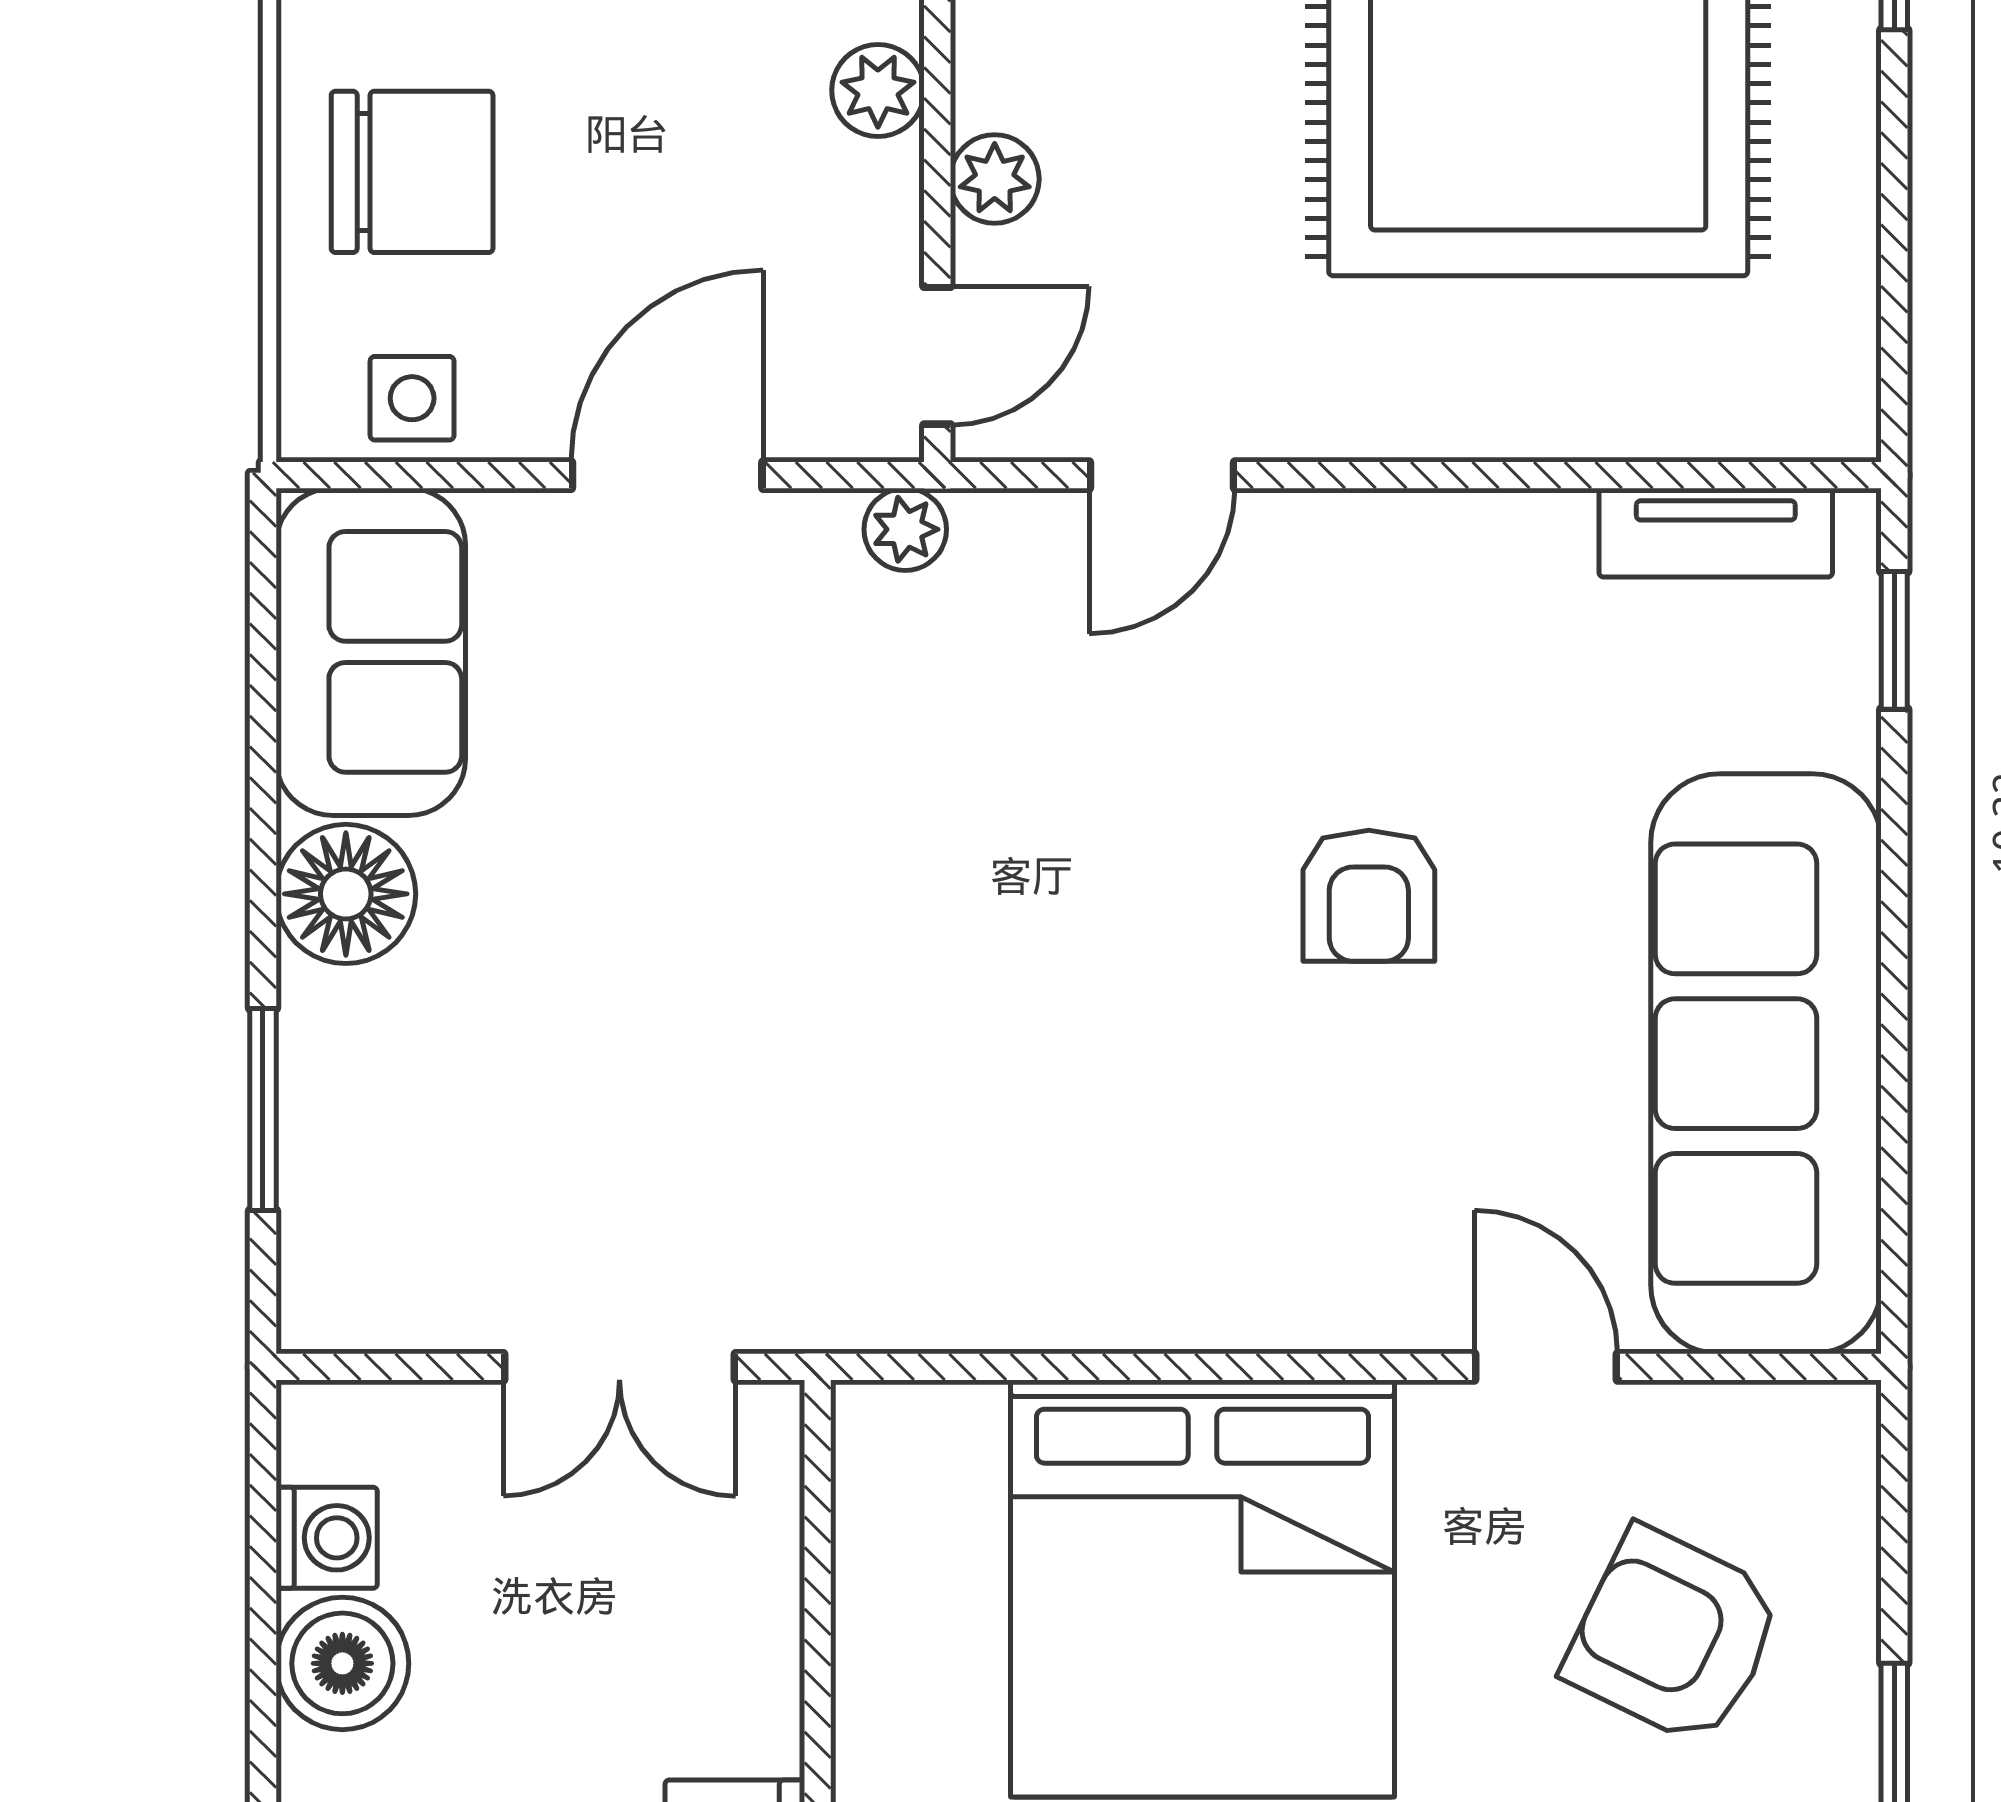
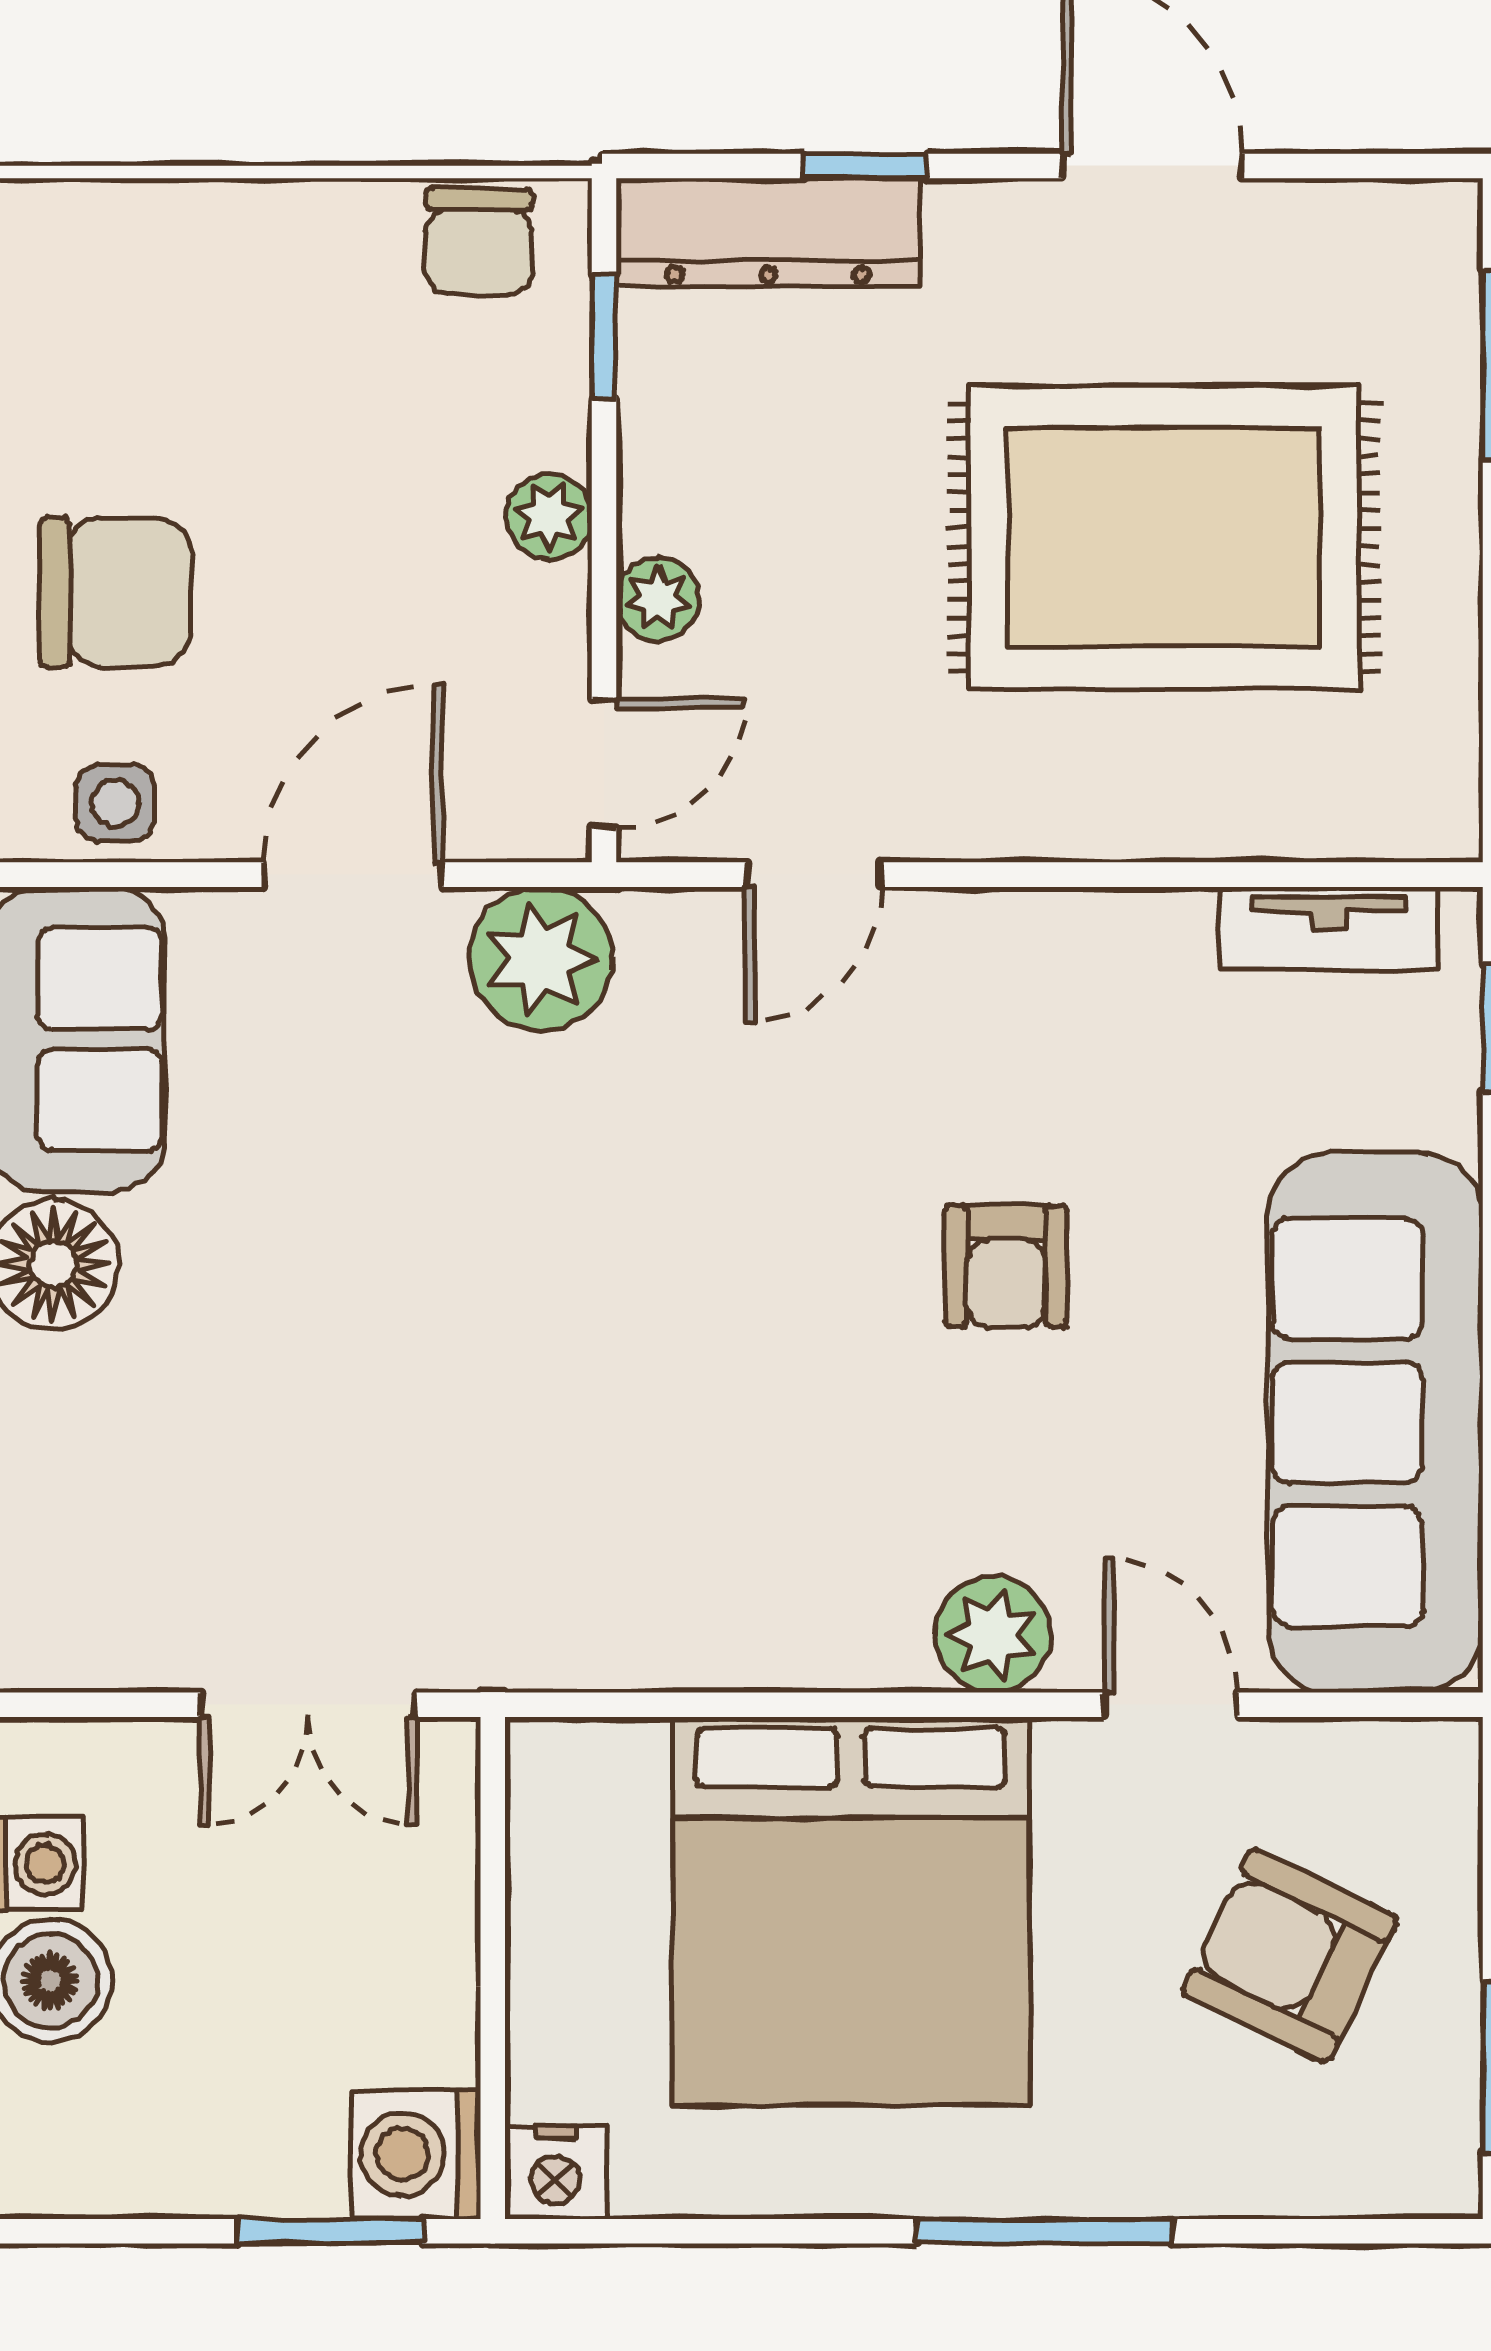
plant: (905, 529) -> (541, 959), width x1.88, depth x1.88
plant: (1355, 1292) -> (993, 1635), added

